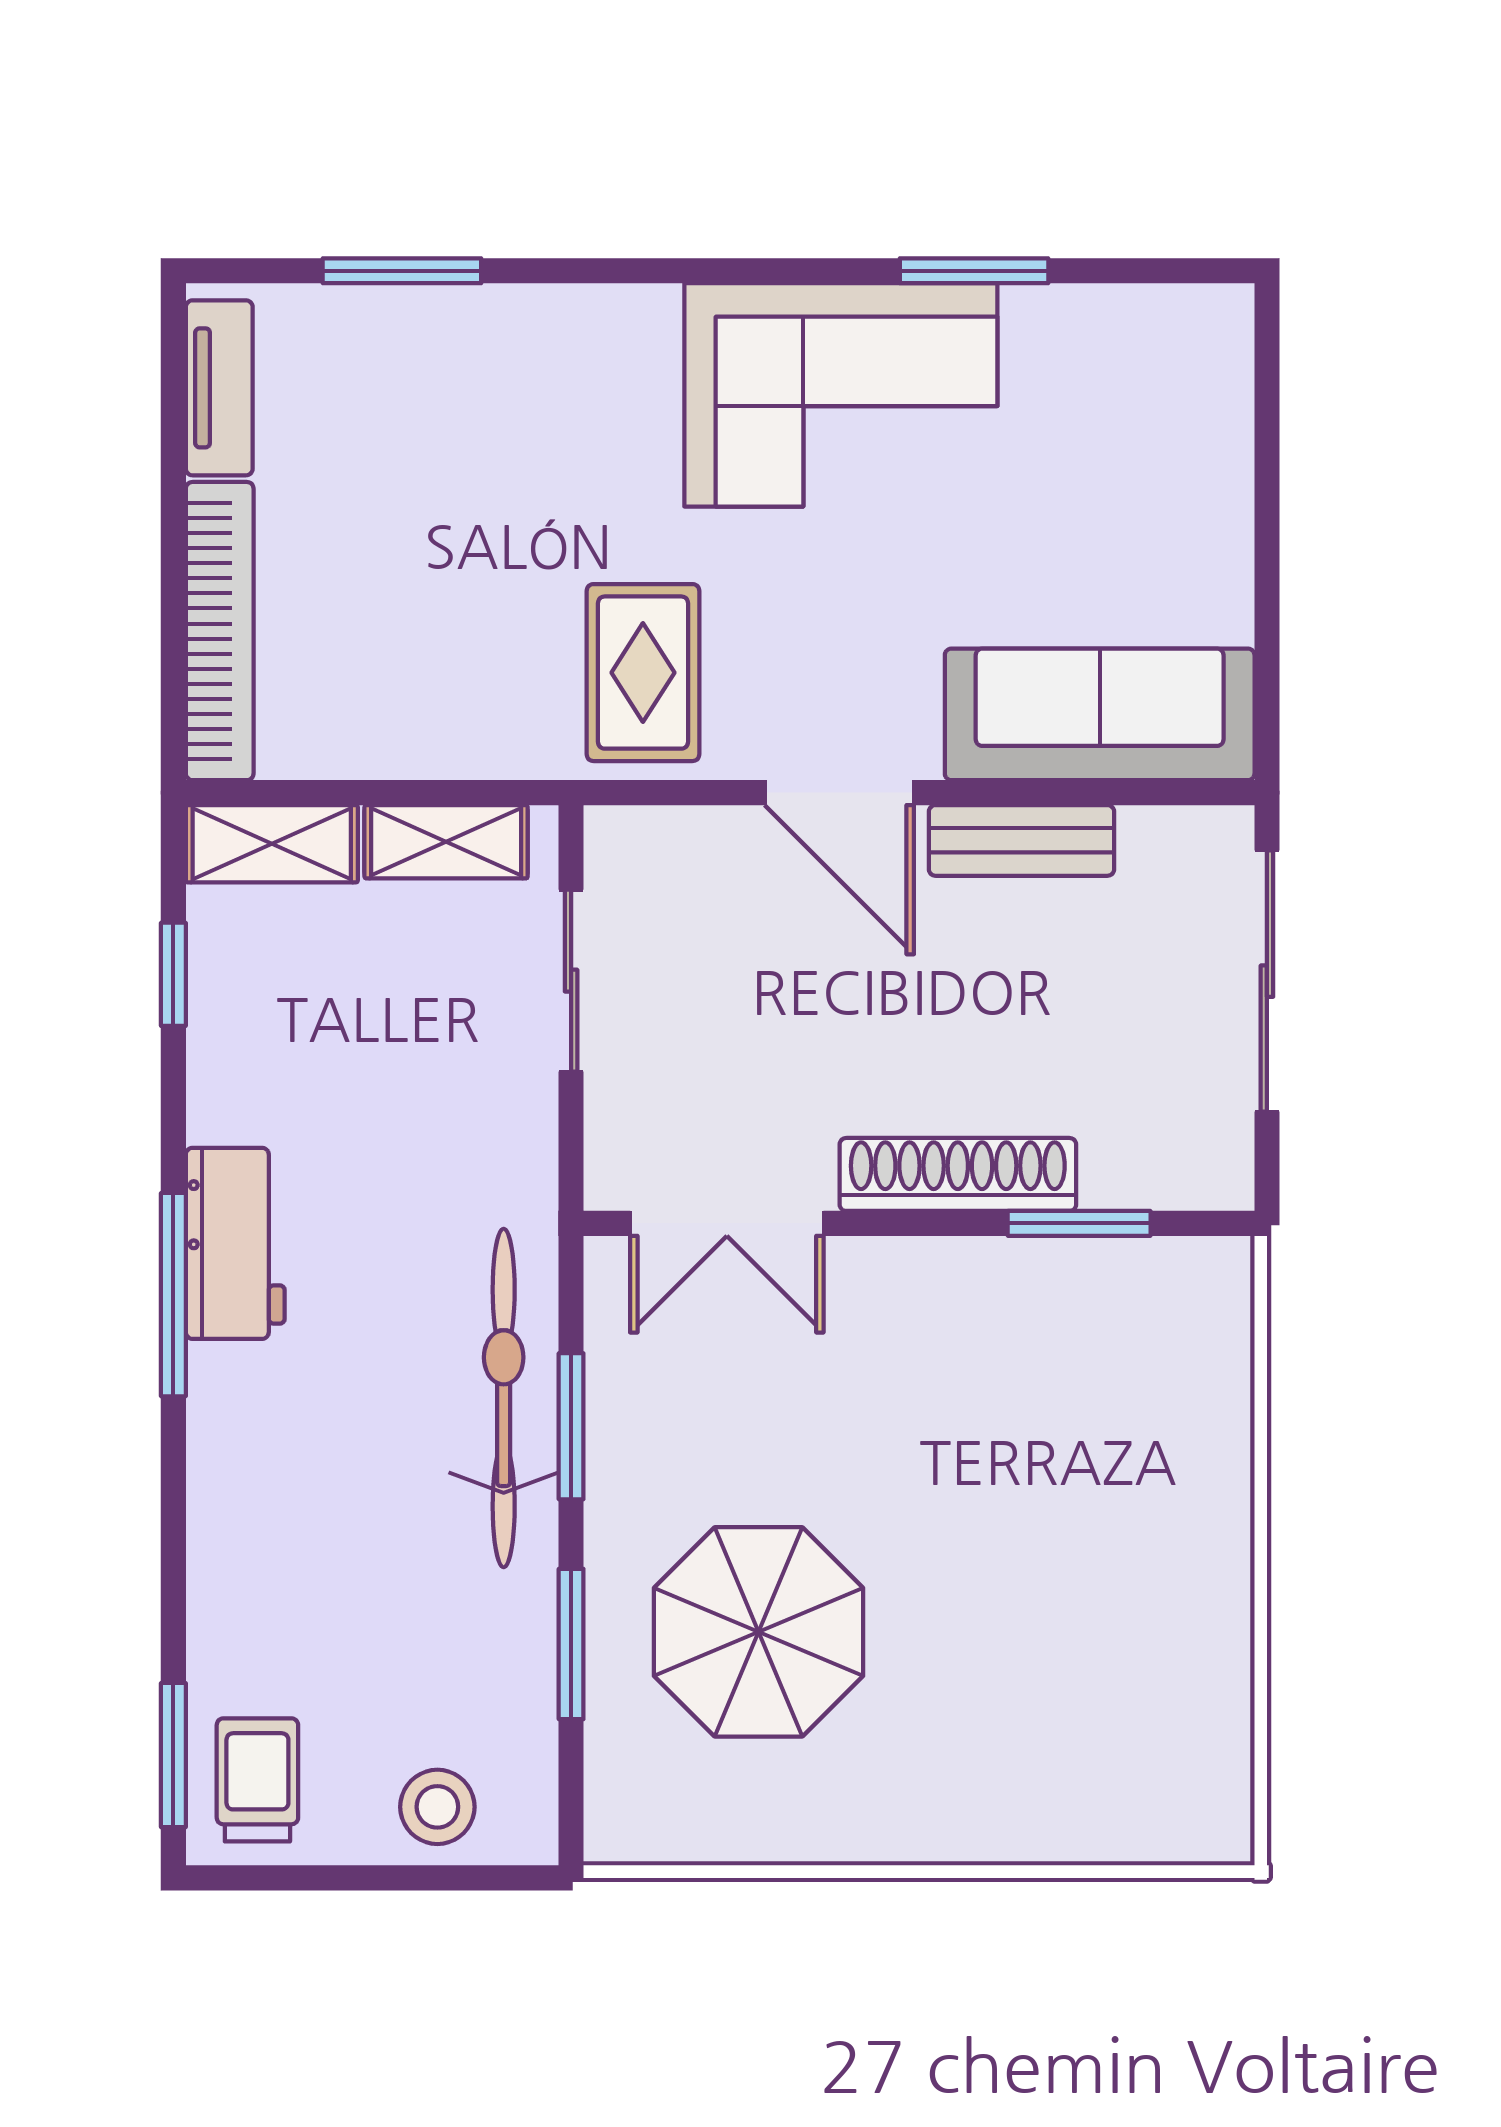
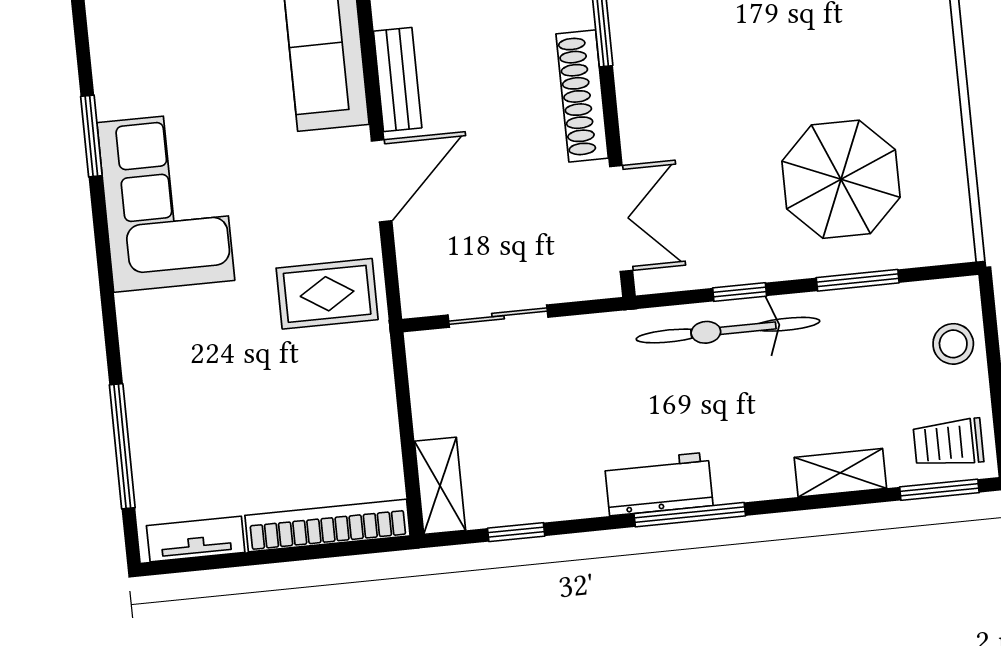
window: (402, 271) -> (122, 446), width x1.44
shelving: (446, 842) -> (840, 473), moved, turned 90
window: (571, 1426) -> (740, 292), width x0.67

